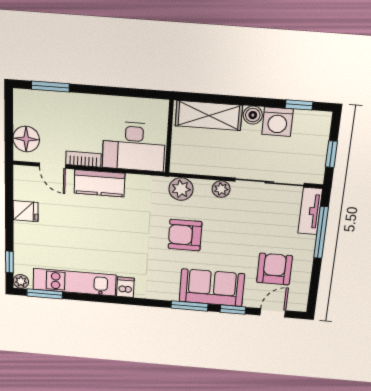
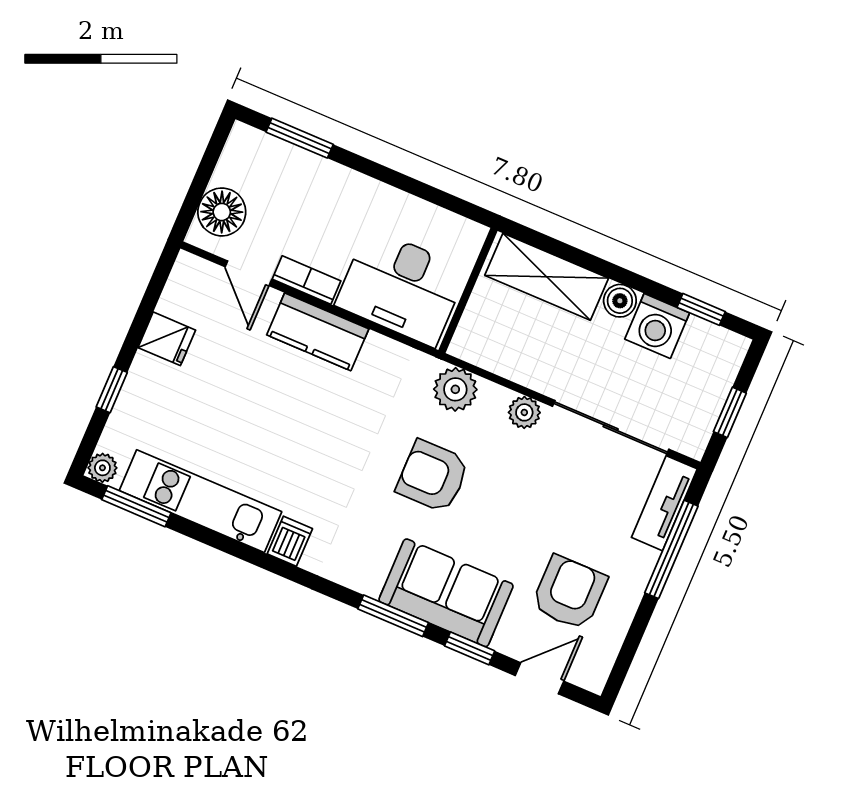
window: (9, 262) -> (112, 390), moved

